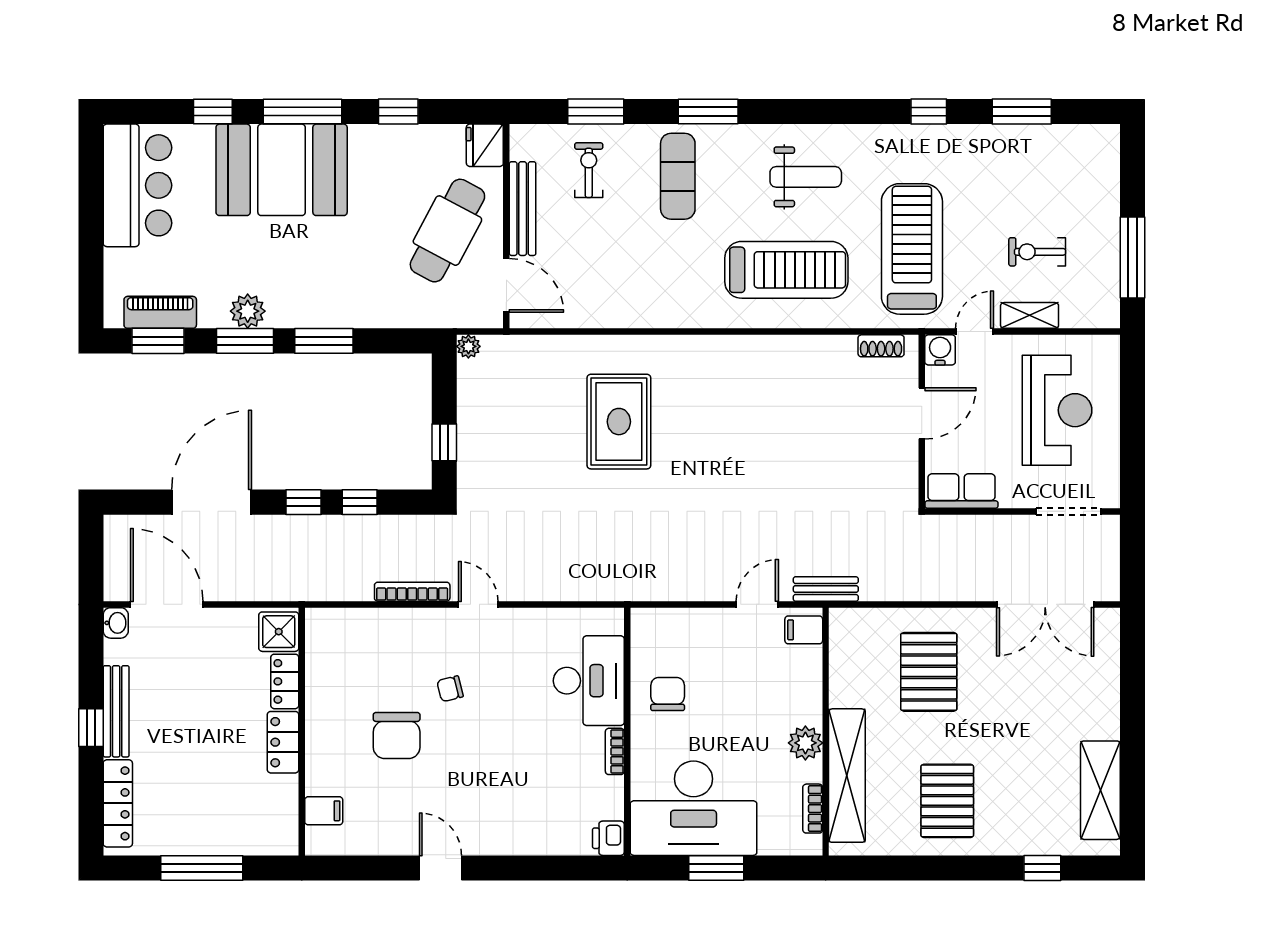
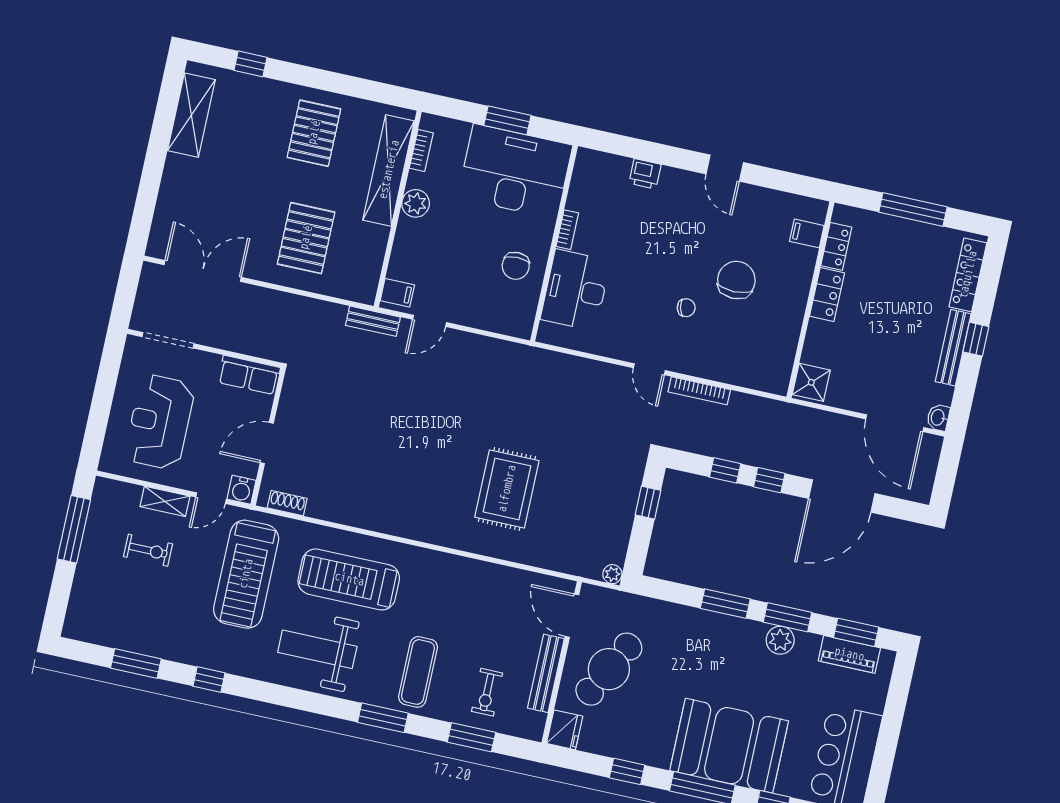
weight bench: (806, 177) -> (317, 649), width x1.36, depth x1.33
locker: (285, 681) -> (836, 246), moved
printer: (608, 838) -> (645, 174), moved, turned 90

